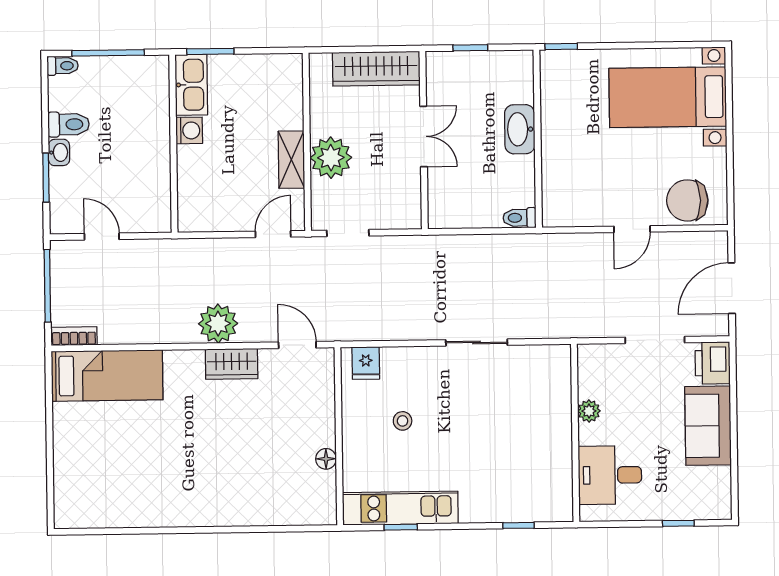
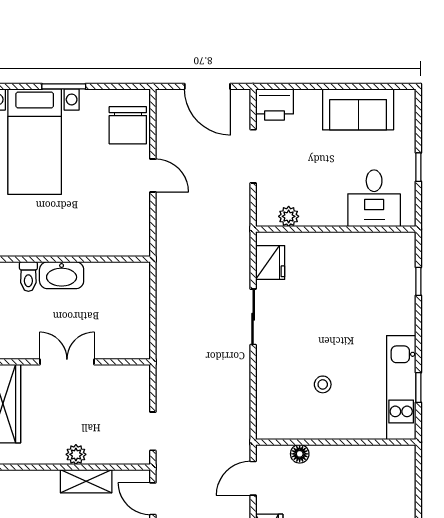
window: (729, 129) -> (64, 86), added
plant: (331, 158) -> (76, 454), width x0.53, depth x0.53
toilet: (520, 218) -> (28, 277), moved
fridge: (366, 363) -> (270, 262), moved, width x1.38
plant: (589, 411) -> (289, 216), moved
sofa: (708, 426) -> (358, 109), moved
floor lamp: (326, 459) -> (300, 454), moved
window: (678, 523) -> (418, 167), moved

